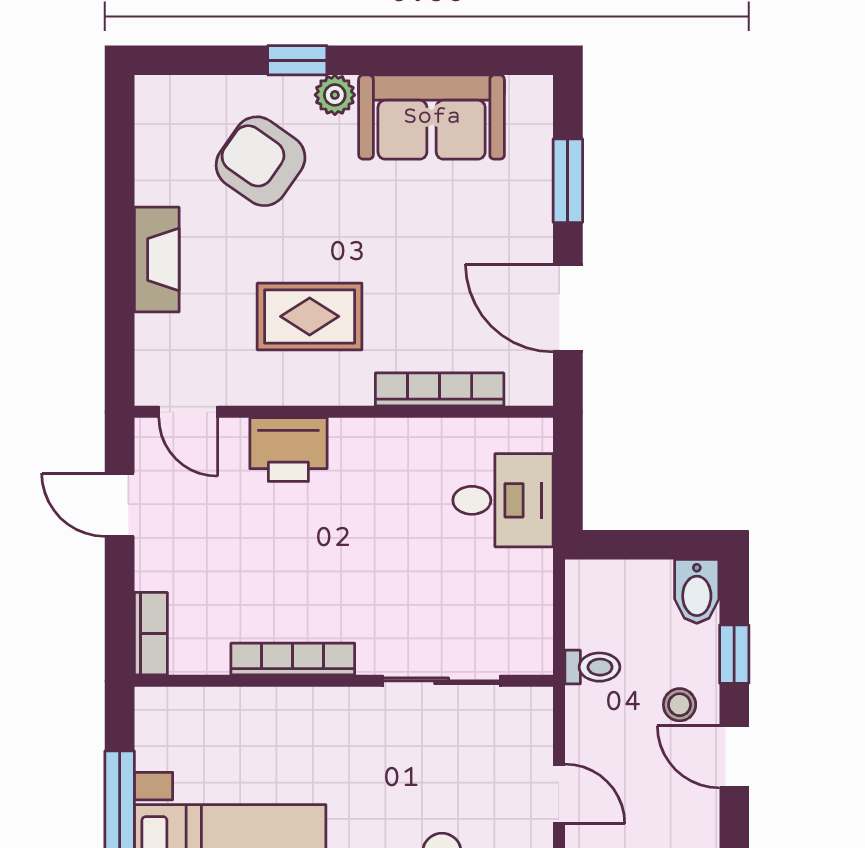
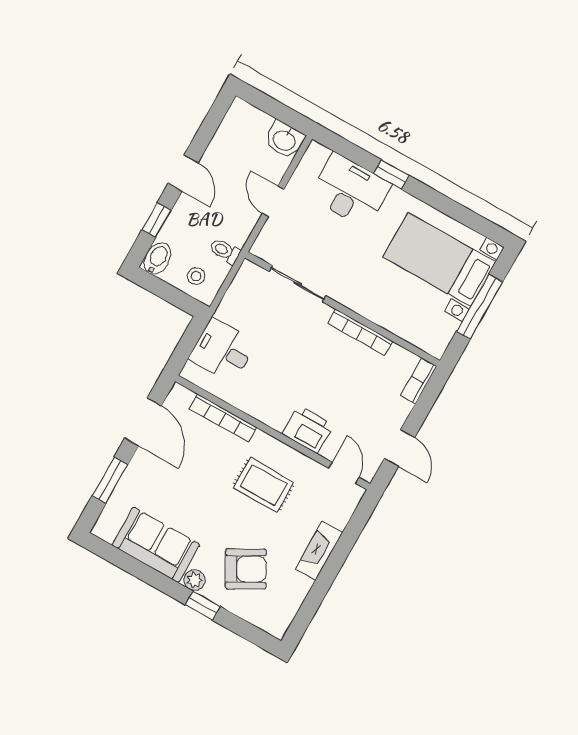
armchair: (261, 161) -> (246, 569), turned -64
stool: (680, 705) -> (196, 276), moved

